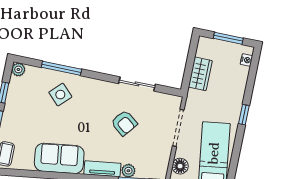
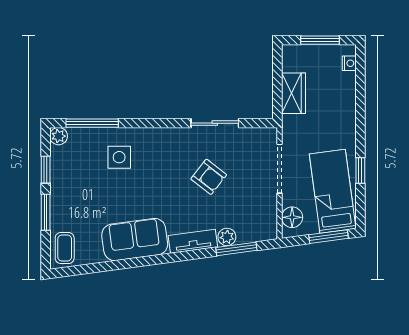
window: (61, 68) -> (92, 123), moved
side table: (60, 95) -> (119, 157), turned 45
window: (244, 115) -> (360, 170), moved

